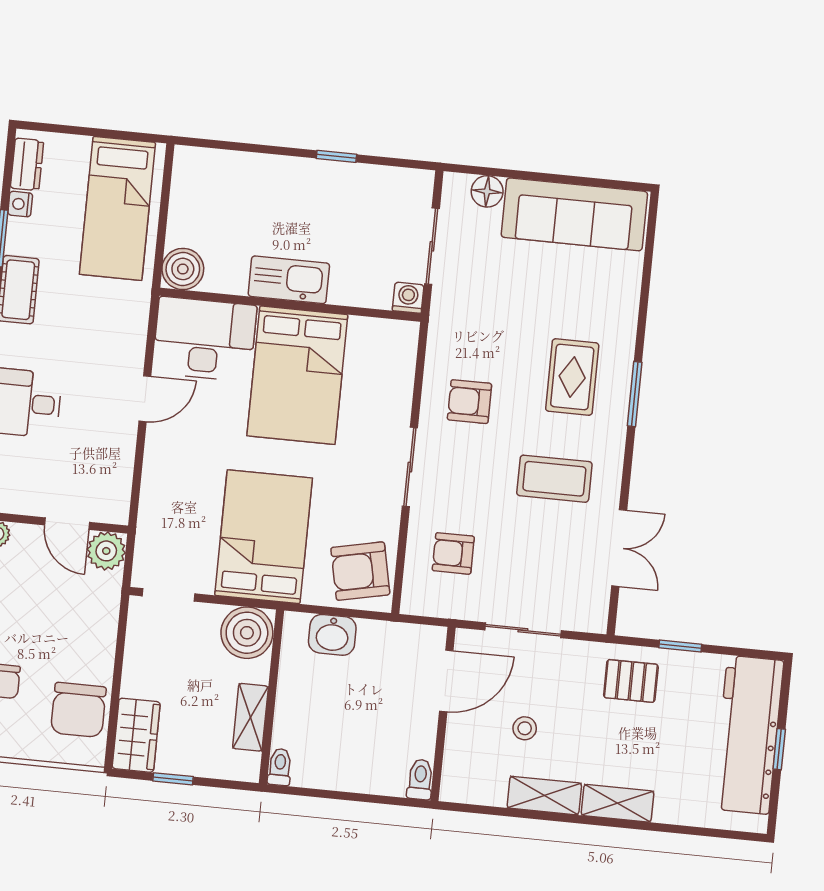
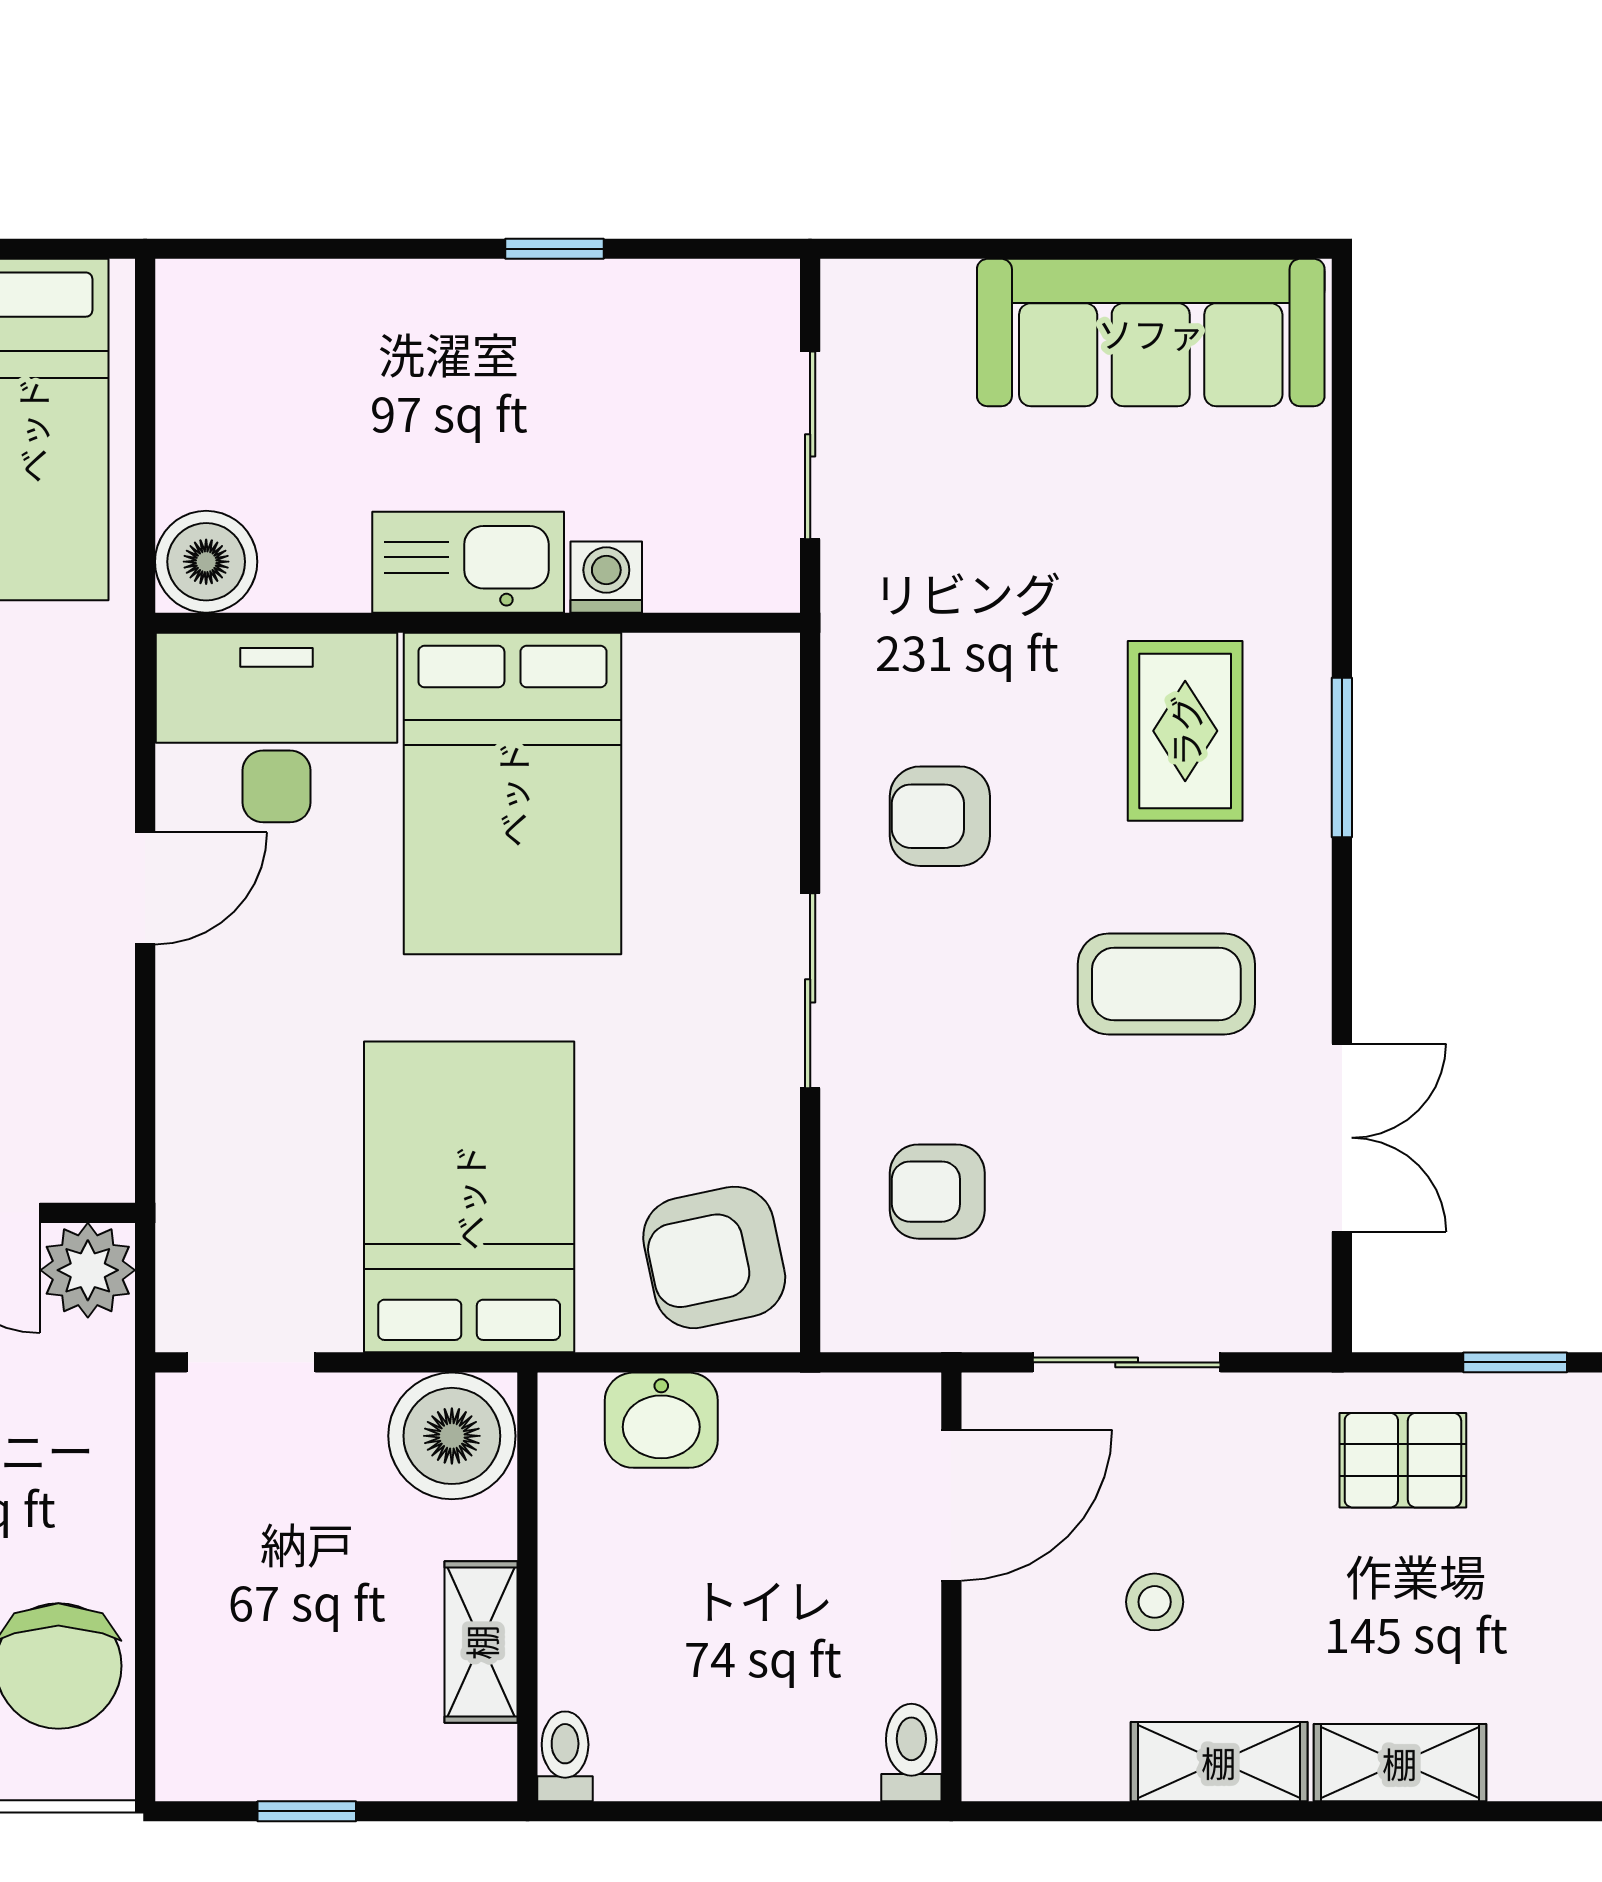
floor lamp: (487, 191) -> (932, 298), removed
washing machine: (408, 298) -> (606, 577), moved
wardrobe: (136, 735) -> (206, 1714), removed

